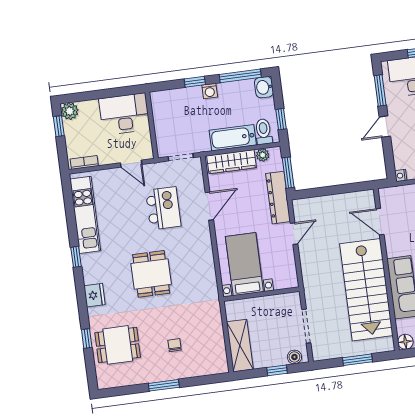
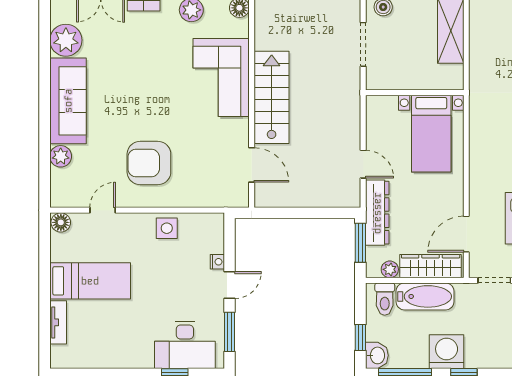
washing machine: (210, 91) -> (447, 352), width x1.89, depth x1.89
window: (281, 119) -> (360, 338), moved
nightstand: (401, 176) -> (217, 262), moved
door: (209, 206) -> (466, 234), moved
door: (294, 234) -> (363, 164), swing flipped
stairs: (366, 290) -> (272, 97), width x0.73, depth x0.66

